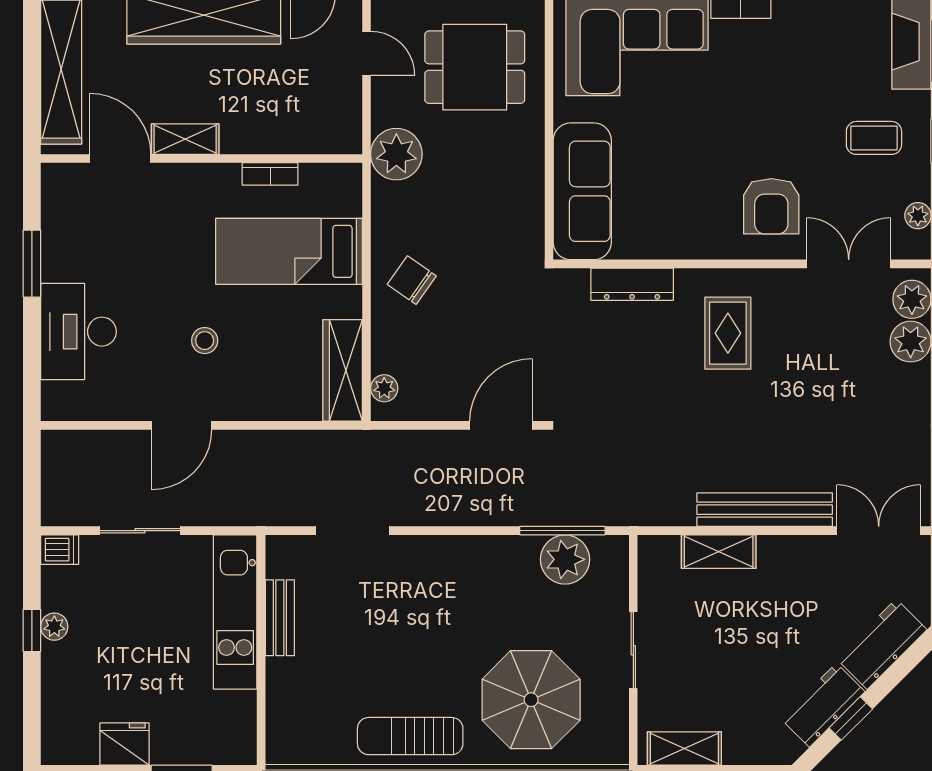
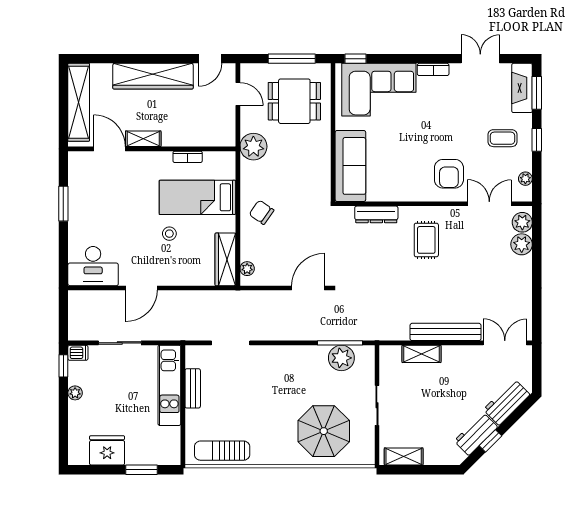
desk: (78, 332) -> (93, 266), moved, turned -90
stool: (205, 341) -> (169, 234), moved
window: (32, 630) -> (63, 366), moved
sun lounger: (410, 736) -> (222, 451), moved
fridge: (124, 744) -> (107, 450), width x1.36, depth x1.34

